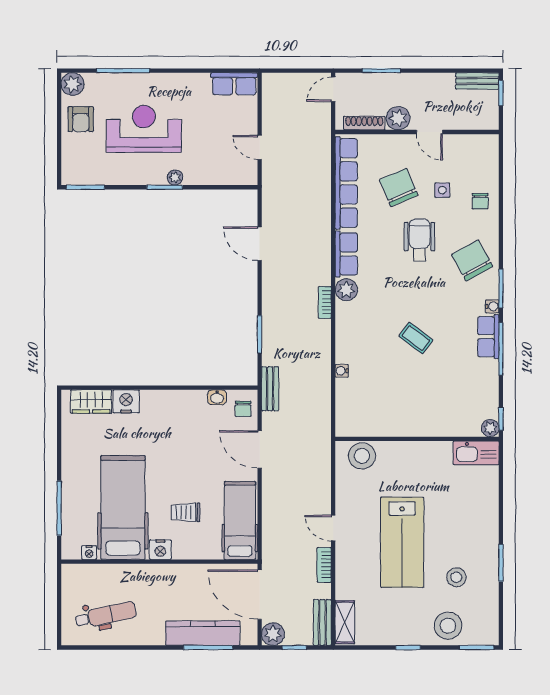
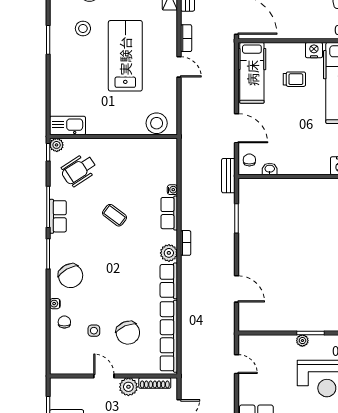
wheelchair: (420, 240) -> (79, 170), moved, turned 57
water cooler: (492, 306) -> (55, 304), moved
row of seats: (346, 341) -> (169, 213), added

